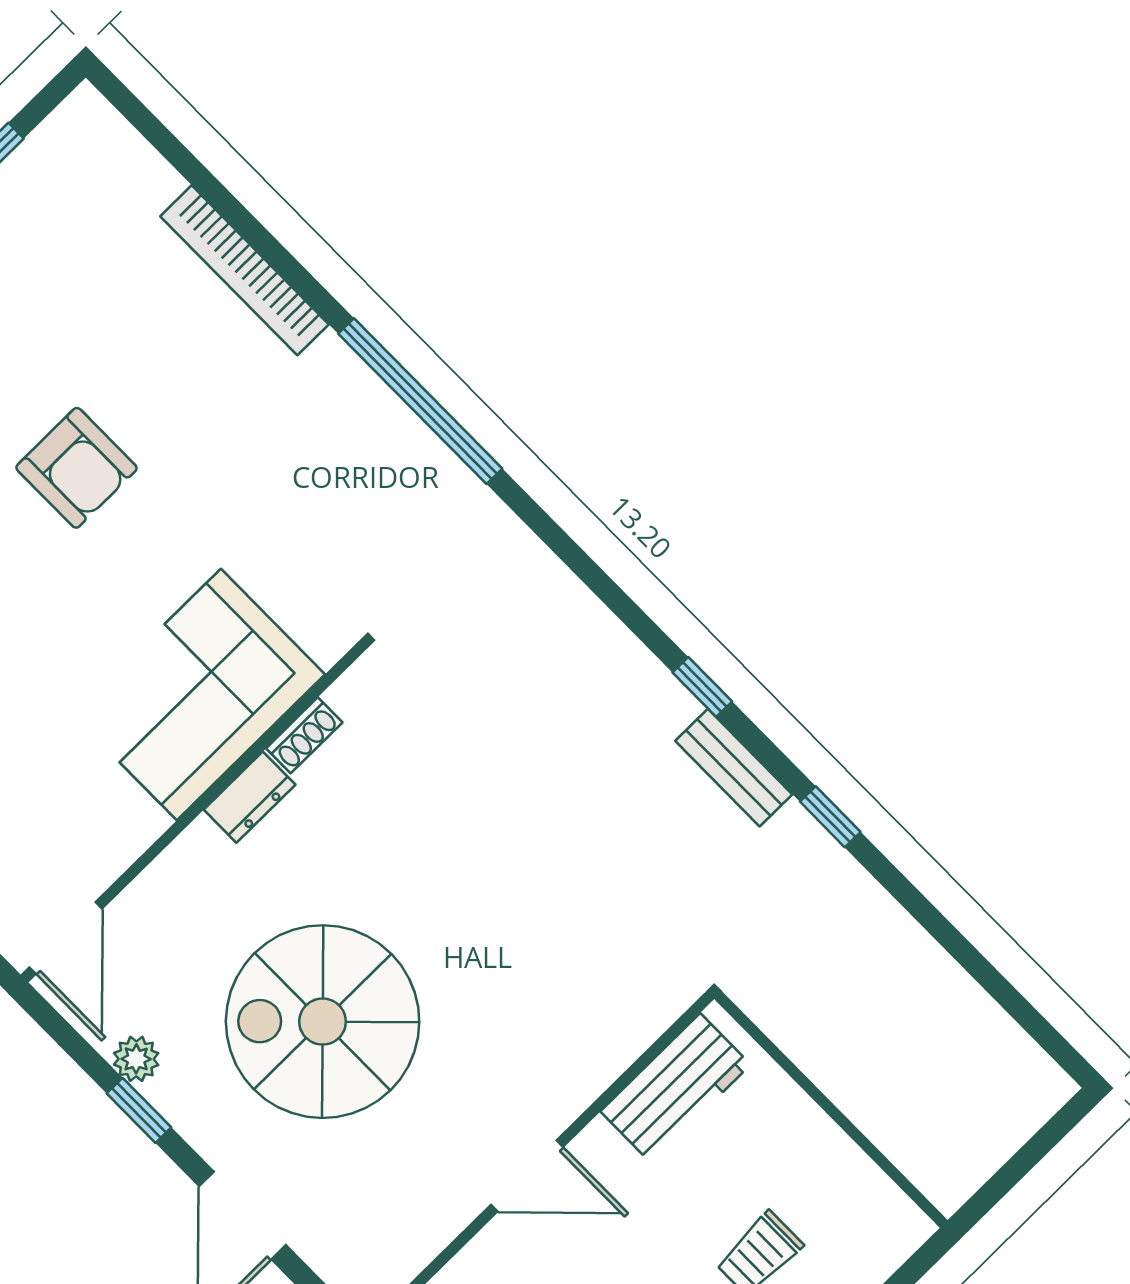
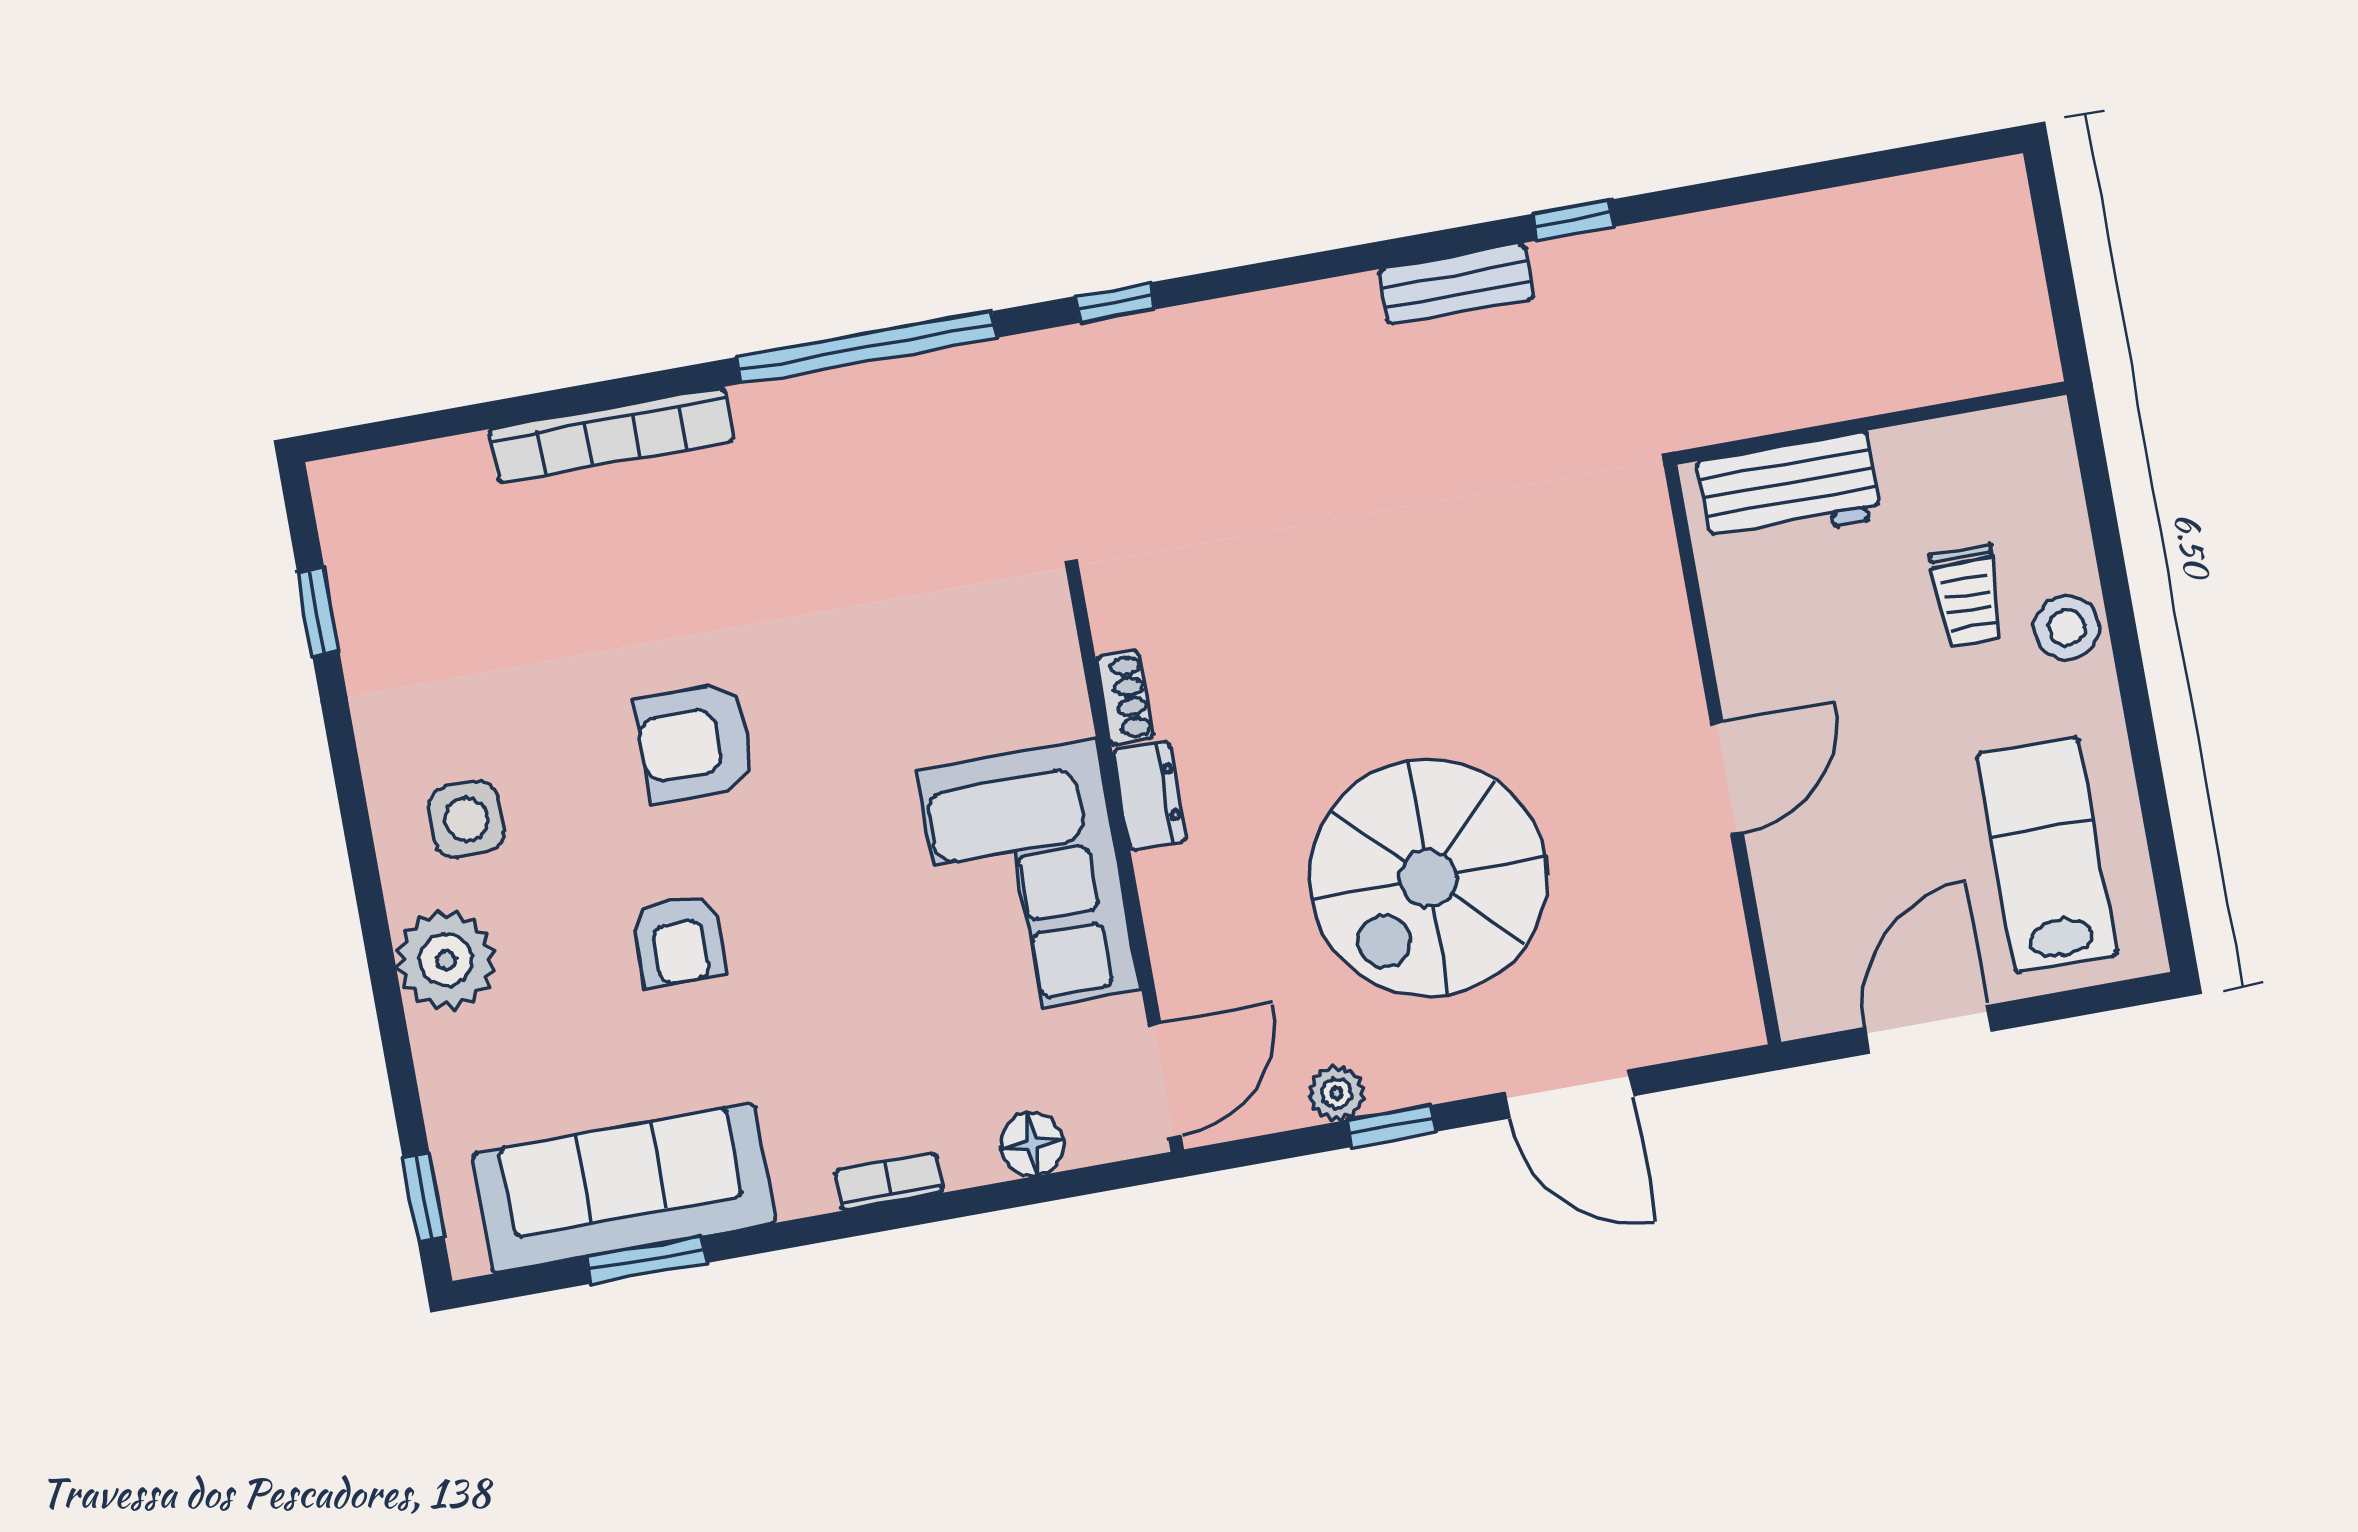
armchair: (77, 468) -> (695, 743), turned 180
window: (702, 687) -> (1115, 303), moved
corner sofa: (199, 694) -> (1029, 880), moved
door: (66, 938) -> (1165, 1081), hinge flipped
workbench: (676, 1088) -> (1789, 490), moved, turned 90

